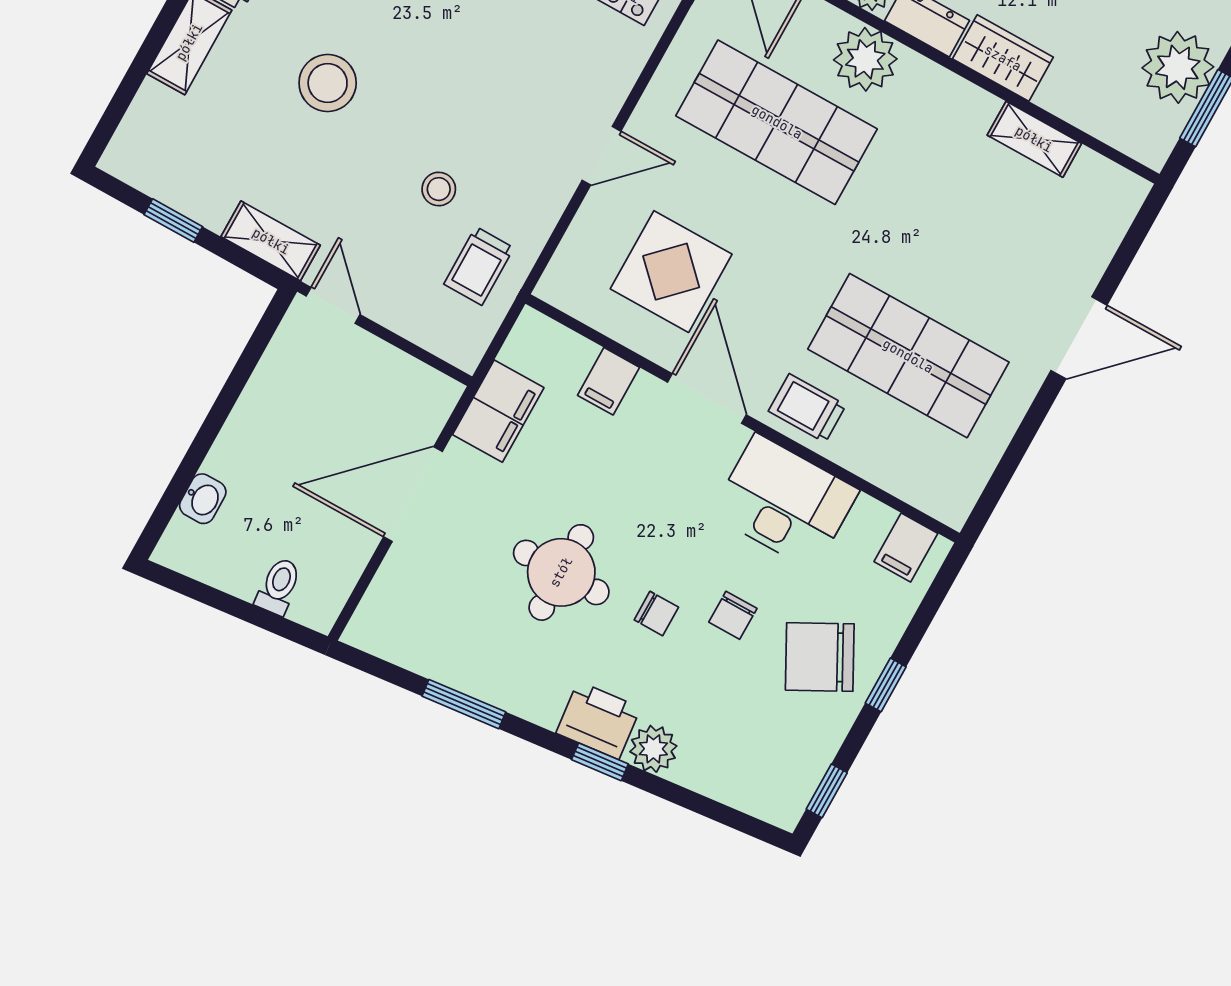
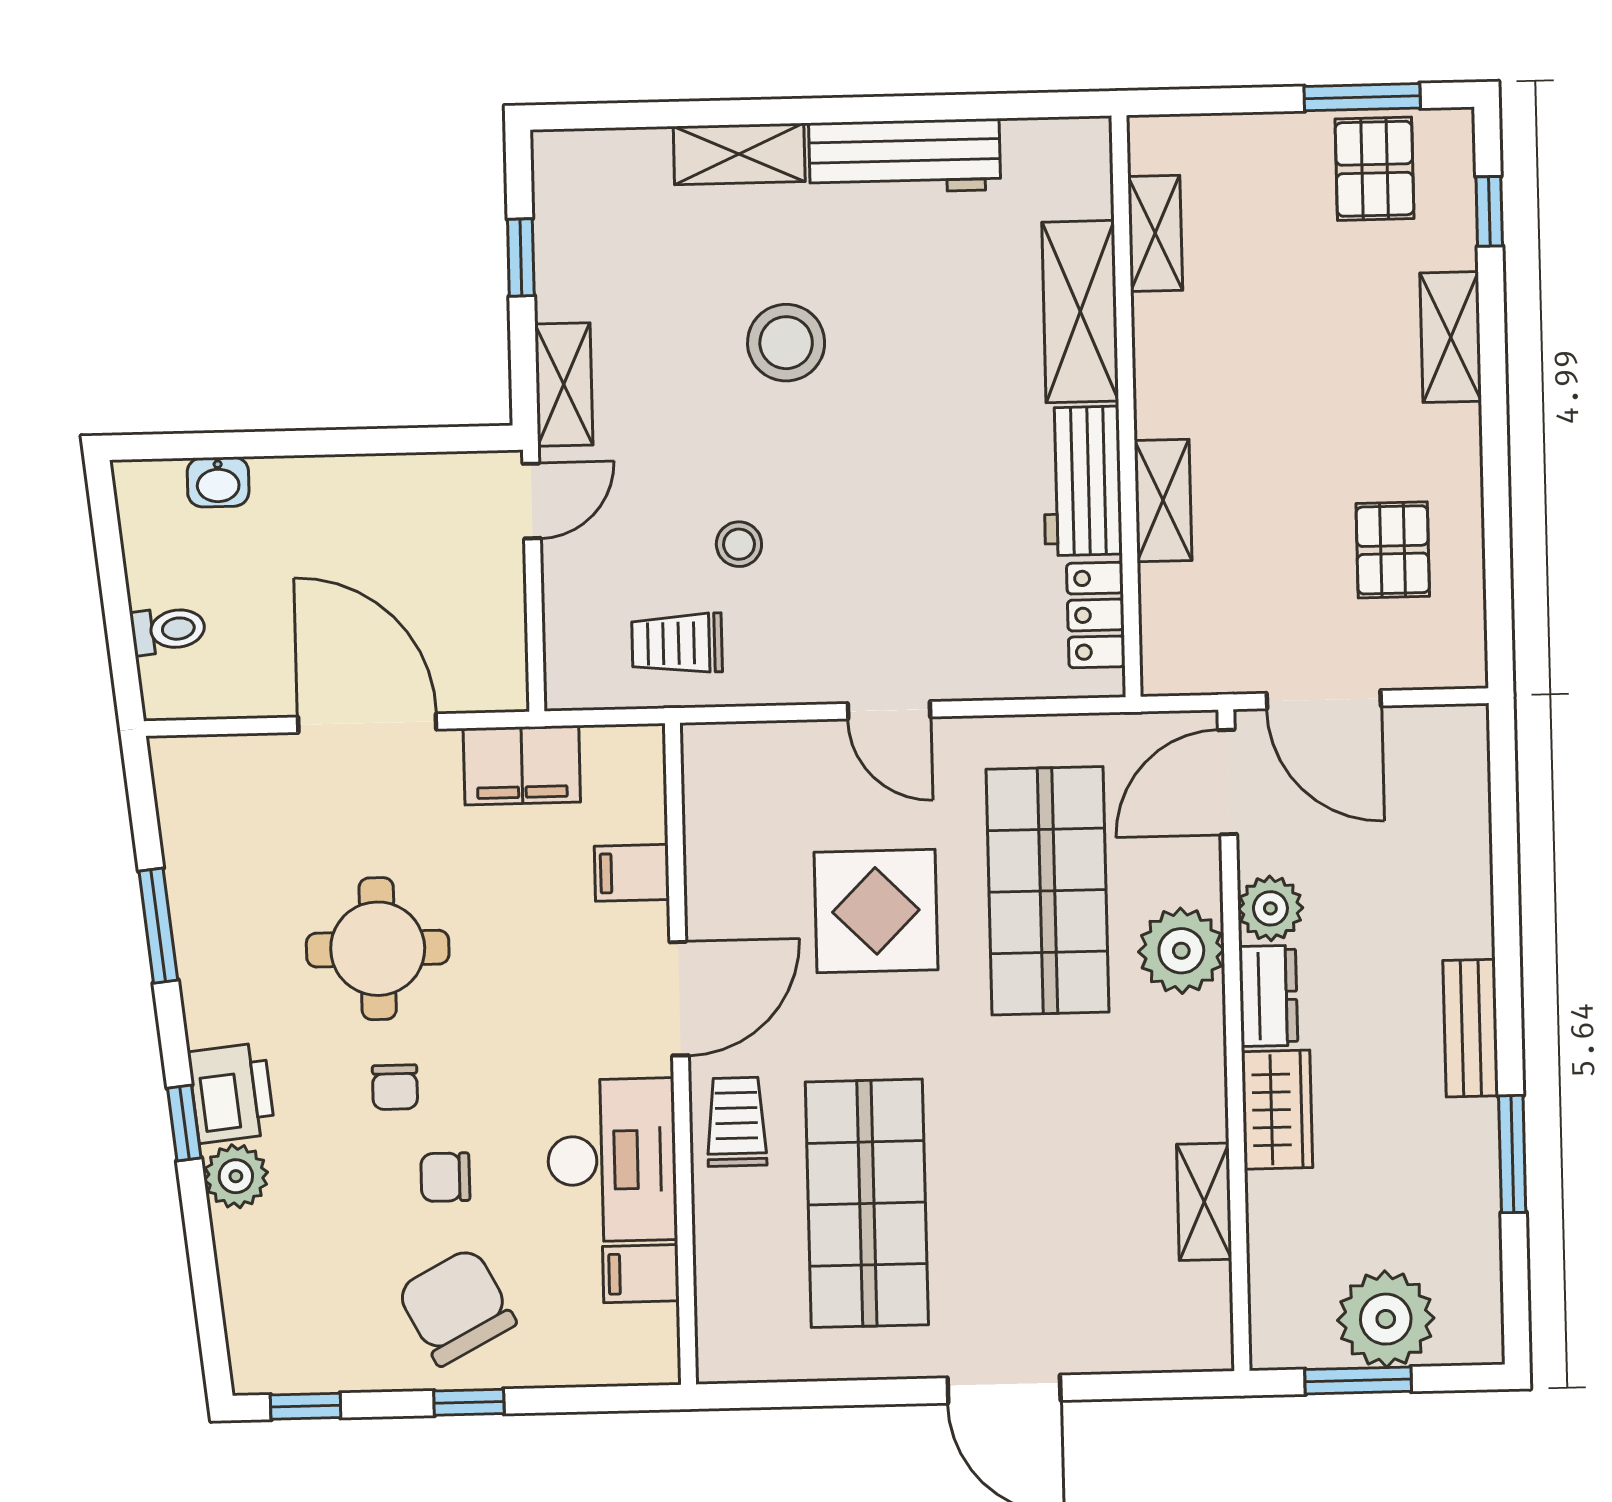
display table: (671, 272) -> (876, 911), moved
filing cabinet: (906, 548) -> (641, 1274), moved

